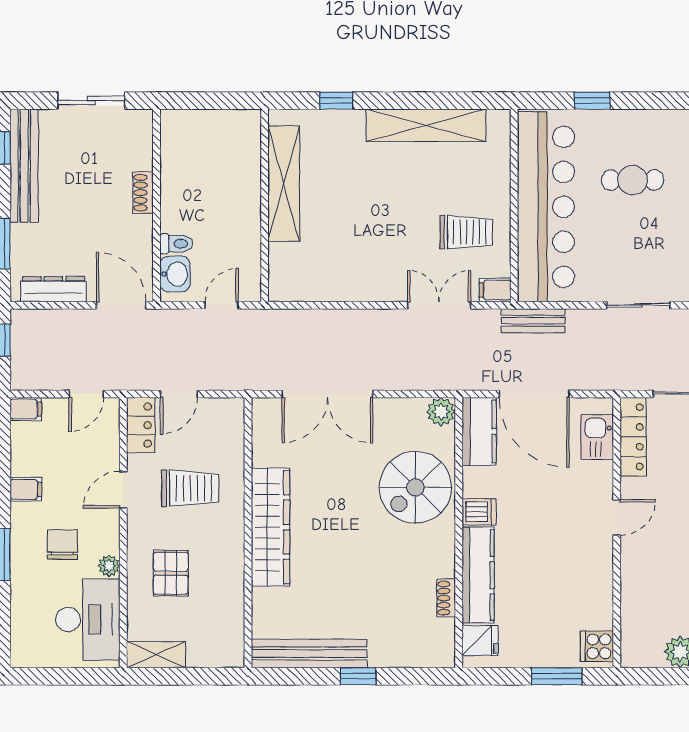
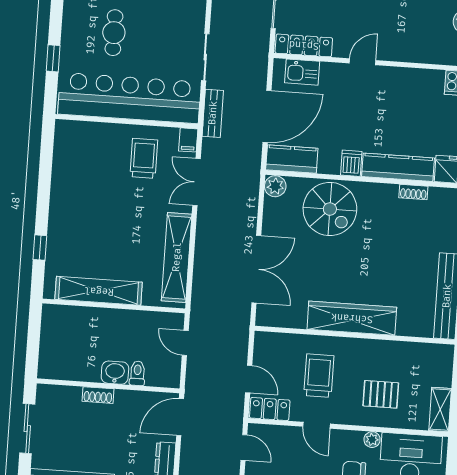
shelving: (426, 125) -> (177, 257), moved
washbasin: (175, 274) -> (115, 373), moved
sliding door: (638, 305) -> (205, 57), moved
door: (617, 517) -> (363, 62), hinge flipped

